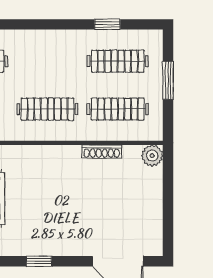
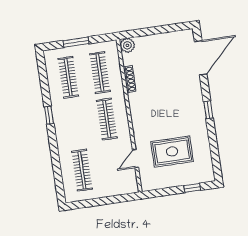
window: (107, 24) -> (49, 115), moved

